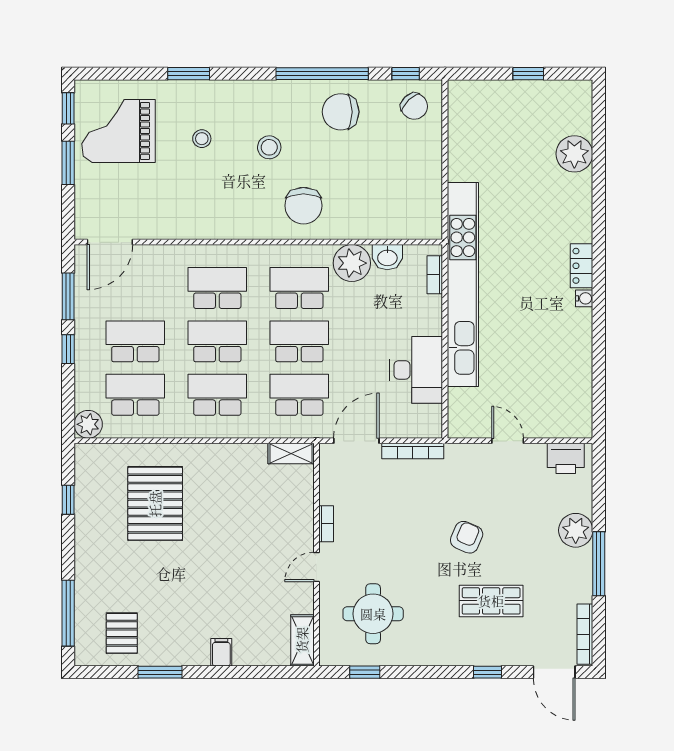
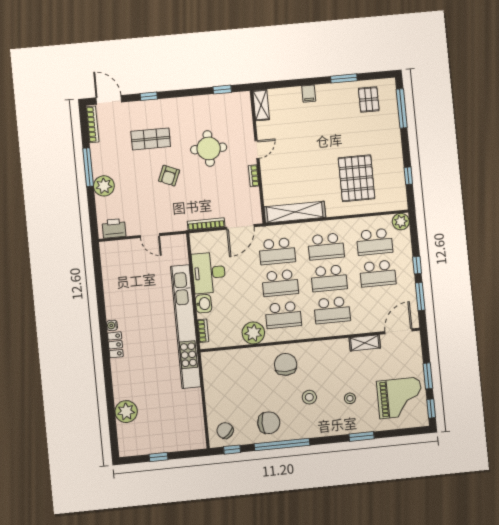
shelving: (168, 228) -> (365, 343), added
washbasin: (387, 257) -> (204, 304), moved, turned 90
shelving: (291, 454) -> (295, 212), width x2.20, depth x1.33
round table: (373, 614) -> (209, 148), moved

